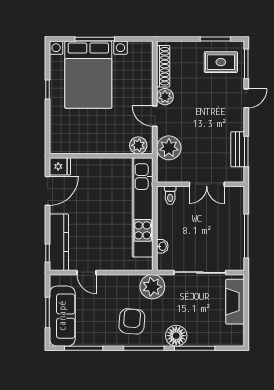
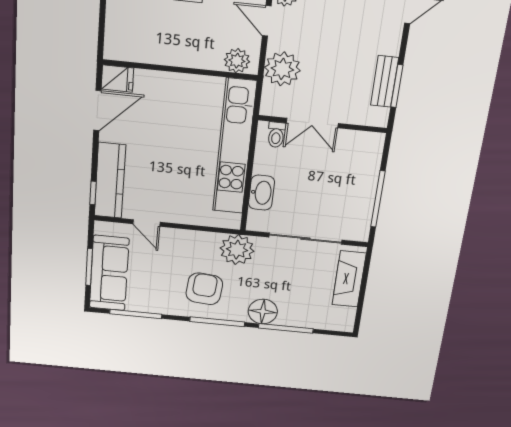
double door: (207, 184) -> (312, 123), moved
washbasin: (162, 246) -> (261, 193), width x1.91, depth x1.45

